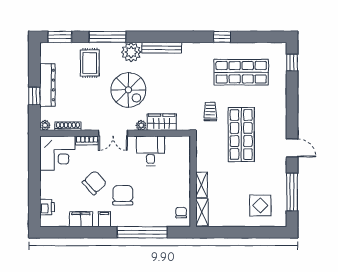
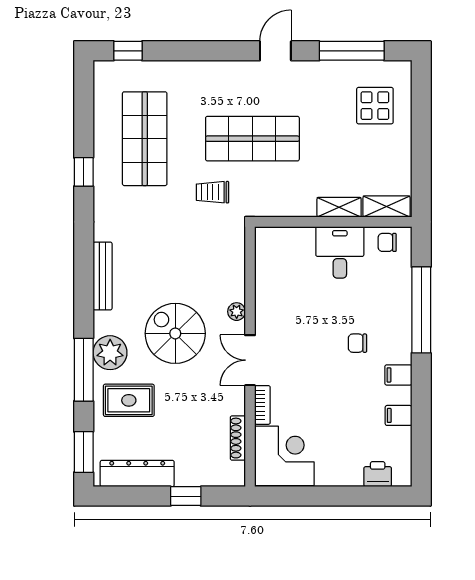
plant: (131, 52) -> (110, 353), moved
dresser: (47, 85) -> (137, 473), moved
spiral stairs: (128, 90) -> (175, 333), turned -90
wardrobe: (162, 122) -> (231, 276), removed
plant: (45, 125) -> (236, 478), removed
double door: (113, 133) -> (250, 360), swing flipped
desk: (151, 151) -> (340, 252), moved, turned 90
chair: (94, 183) -> (336, 392), removed
chair: (123, 195) -> (357, 343), width x0.54, depth x0.54
filing cabinet: (81, 219) -> (398, 415), width x0.50

